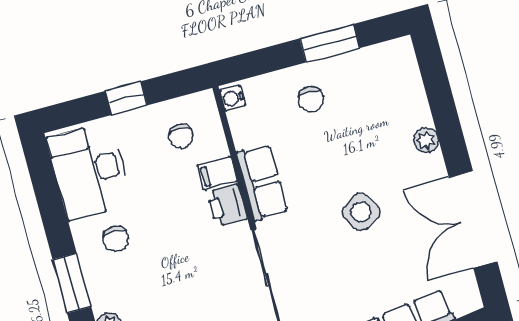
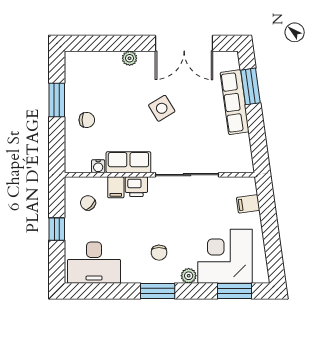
water cooler: (233, 98) -> (98, 166), moved
chair: (181, 136) -> (88, 203), turned -137
chair: (116, 239) -> (159, 253), moved, turned 89

